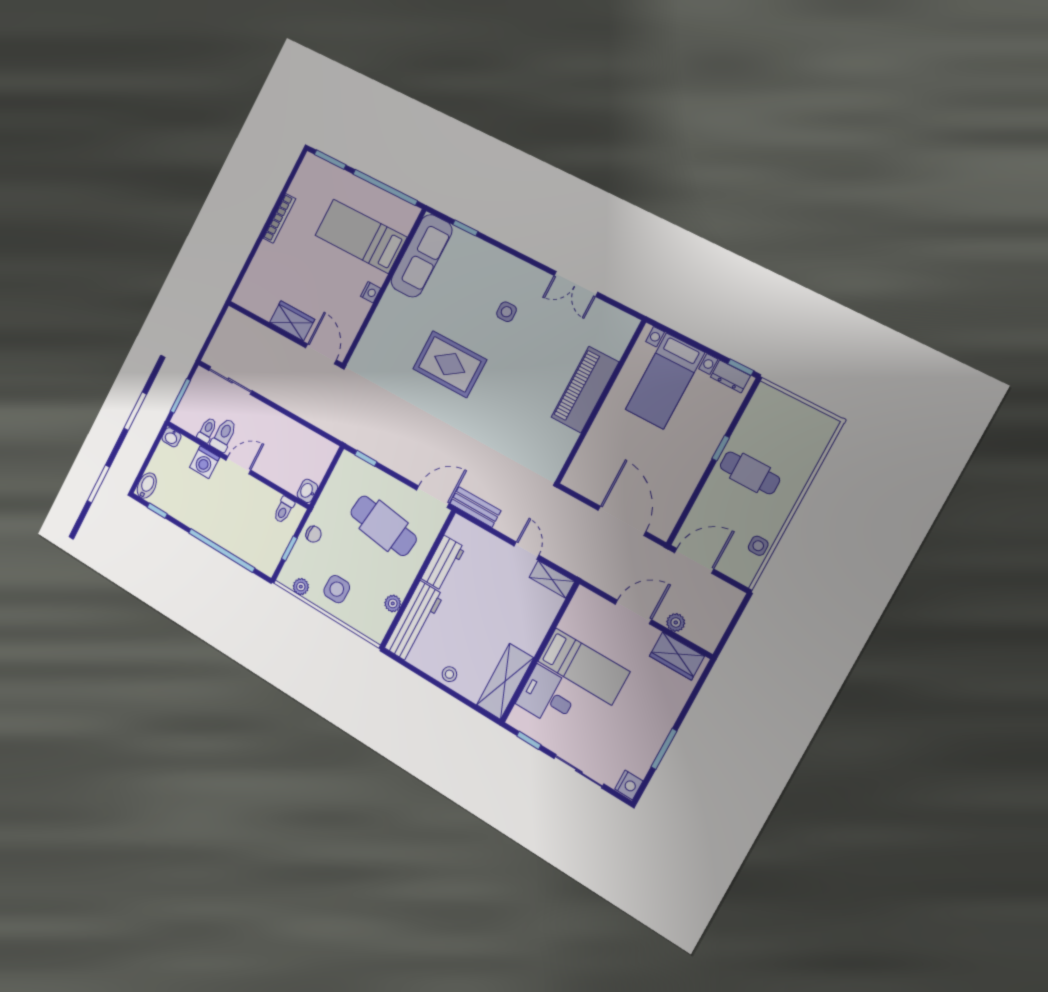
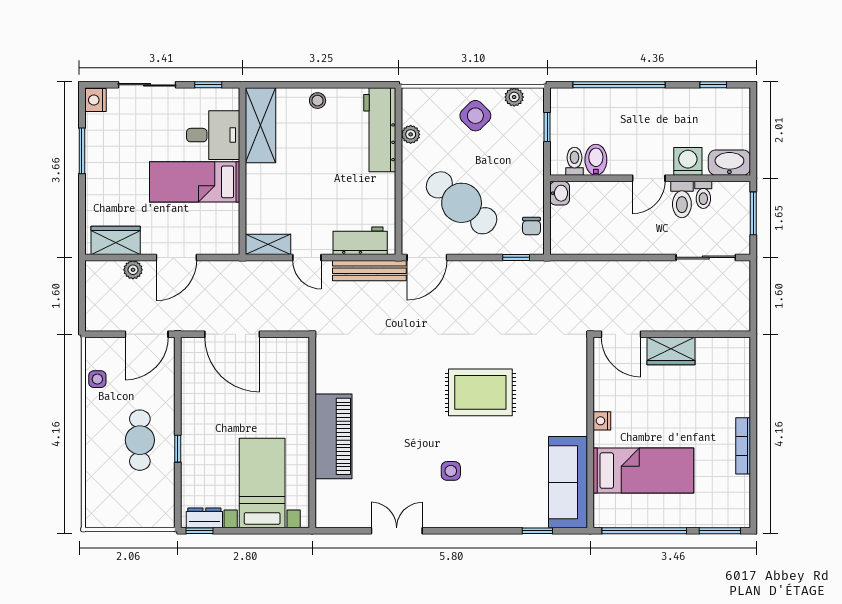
washbasin: (171, 437) -> (729, 163), width x1.91, depth x1.45
cafe table: (750, 473) -> (140, 440), turned 90
bidet: (147, 486) -> (596, 160), moved, turned 180
bench: (475, 507) -> (369, 271), width x1.36
cafe table: (383, 526) -> (462, 203), turned 31
chair: (314, 534) -> (532, 226), moved, turned -90
workbench: (443, 563) -> (360, 241), moved, turned 90
side table: (337, 589) -> (475, 116), turned 45

